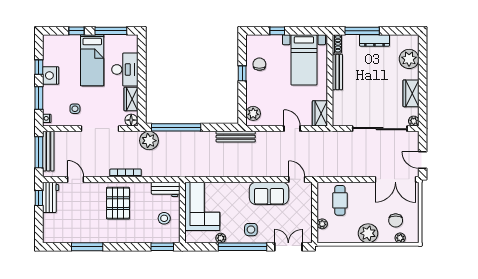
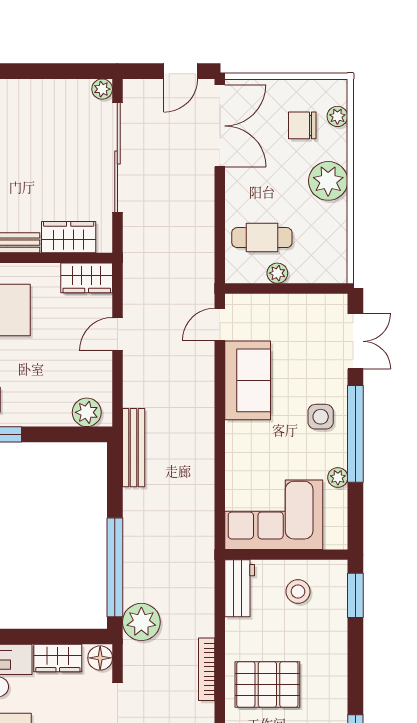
wardrobe: (411, 93) -> (69, 237), moved, turned 180
chair: (396, 220) -> (302, 125), turned 180
plant: (322, 224) -> (277, 273), moved
double door: (288, 247) -> (355, 341), swing flipped

